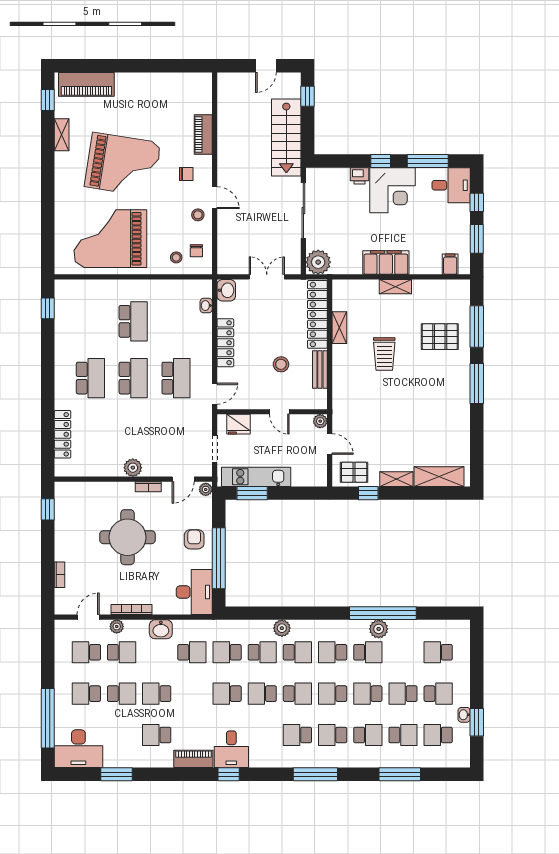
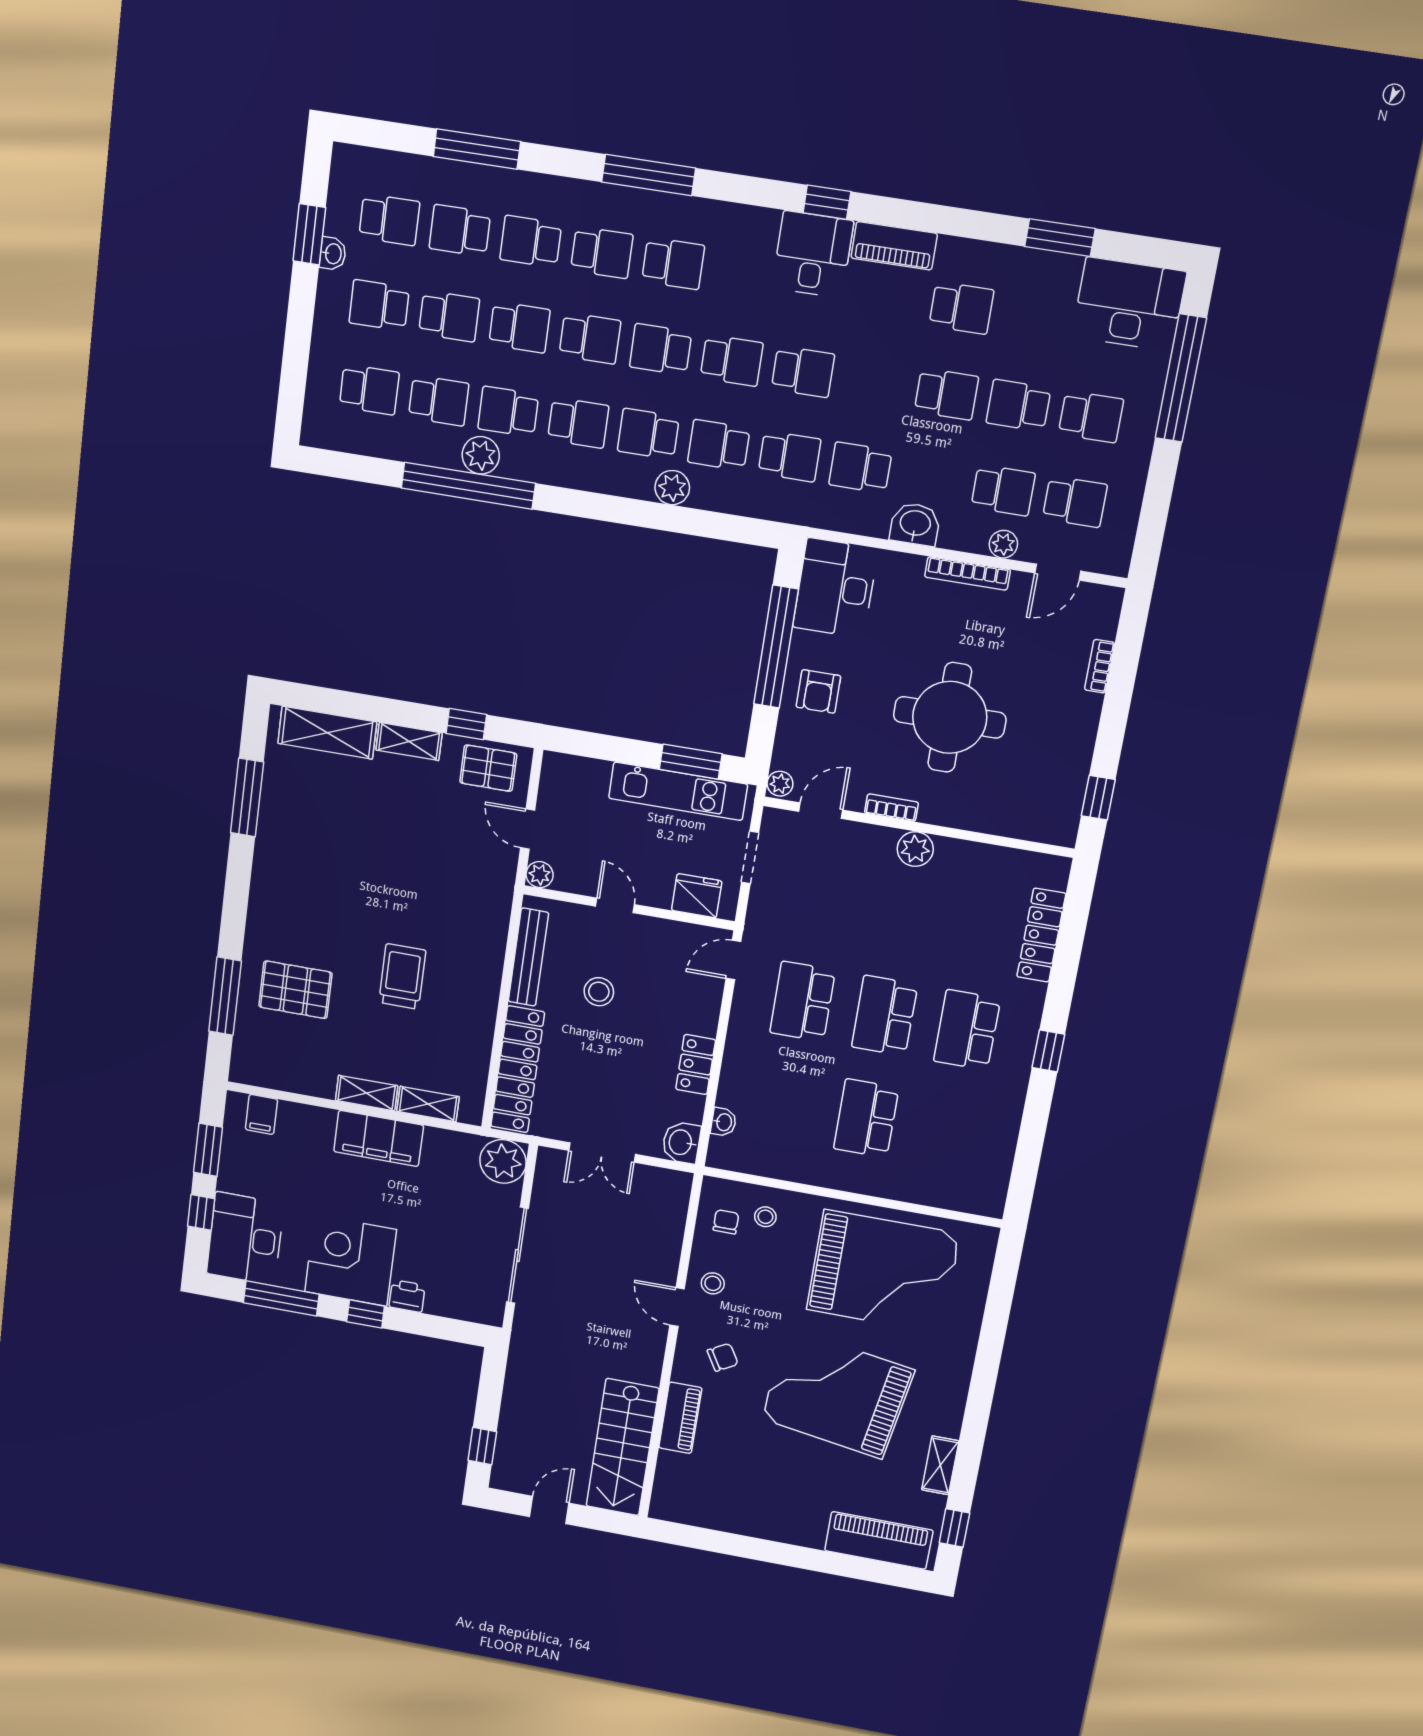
stairs: (286, 137) -> (622, 1447), moved, turned 180
chair: (186, 174) -> (723, 1357), turned 150
desk: (451, 185) -> (245, 1239), width x1.37
window: (48, 308) -> (1048, 1051), moved
shelving: (339, 328) -> (428, 1104), moved, turned 90
locker: (225, 343) -> (696, 1065), width x0.66
bench: (320, 369) -> (528, 957), width x1.36
window: (477, 384) -> (247, 797), moved
school desk: (122, 652) -> (1003, 490), turned 180
school desk: (403, 652) -> (439, 401), added

